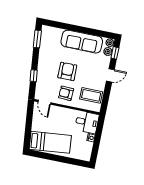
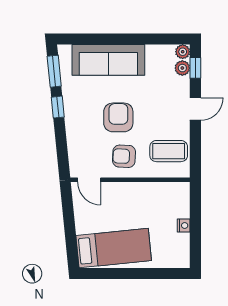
sofa: (82, 42) -> (108, 60), moved
window: (34, 76) -> (58, 107), moved
desk: (87, 122) -> (171, 200), removed

